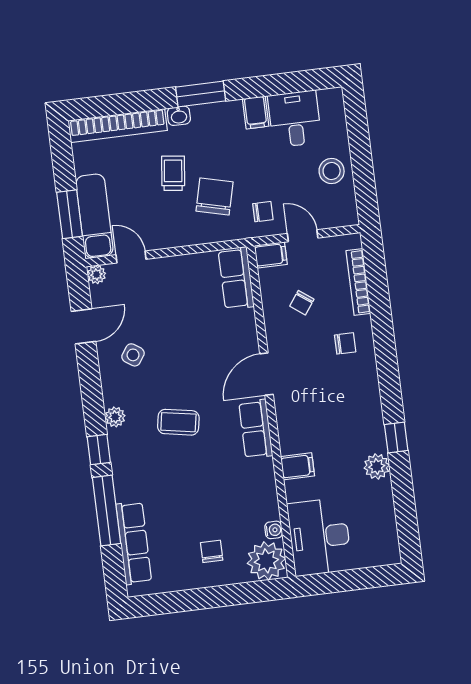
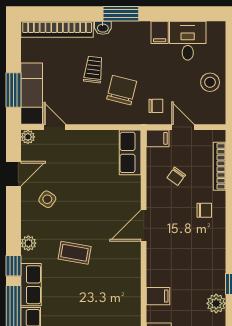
row of seats: (256, 429) -> (31, 285), moved, turned 180

